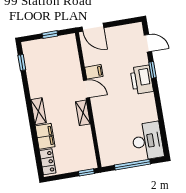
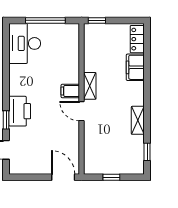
filing cabinet: (94, 72) -> (70, 91), moved
shelving: (39, 111) -> (138, 120), moved

